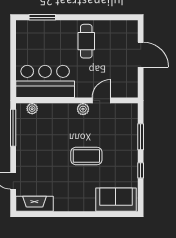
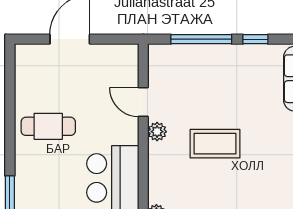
window: (141, 137) -> (201, 39), width x1.44
coffee table: (86, 156) -> (215, 144), moved, turned 90

